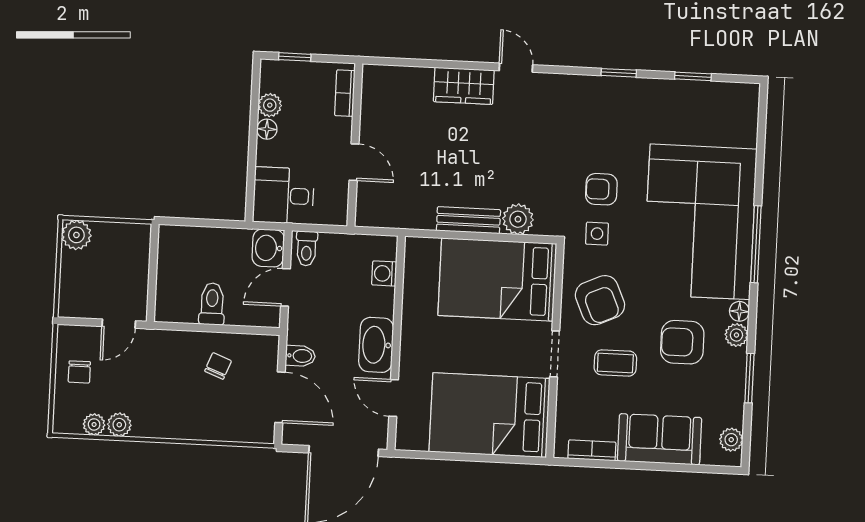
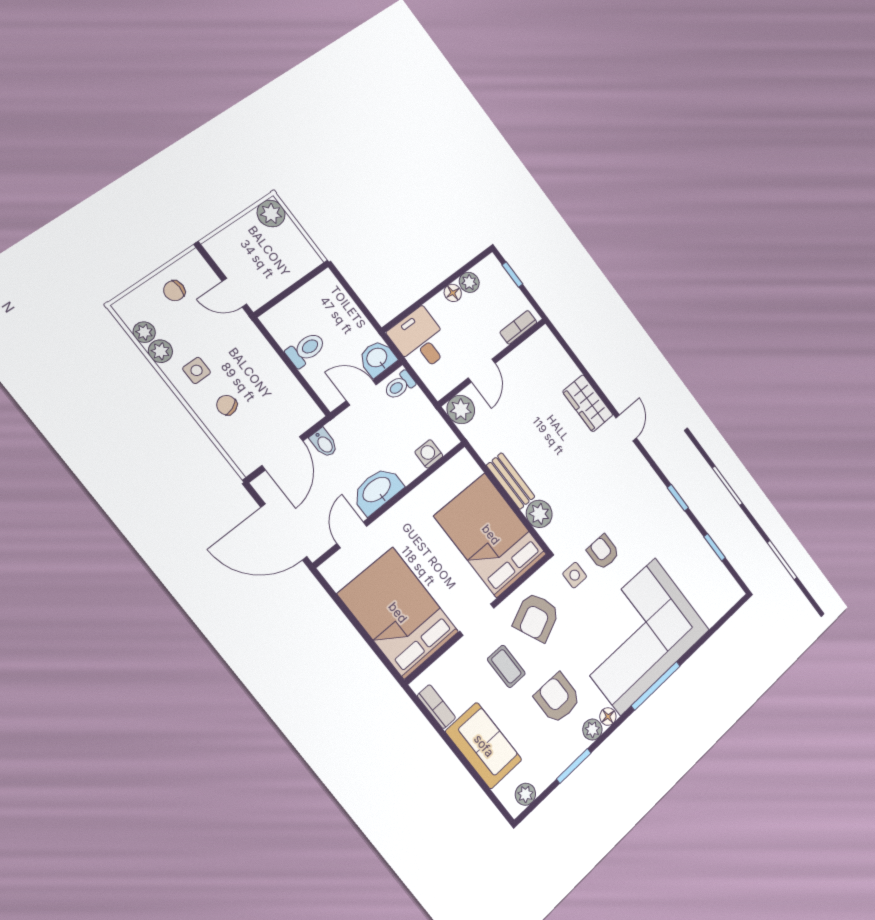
plant: (371, 211) -> (461, 410), added
chair: (218, 366) -> (227, 405), moved, turned -132
side table: (157, 409) -> (197, 370), added

